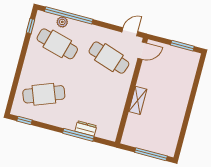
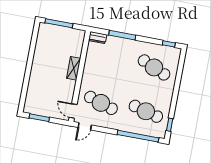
plant: (62, 22) -> (143, 130), removed
door: (142, 51) -> (73, 111), hinge flipped
cafe table: (44, 94) -> (154, 67), turned 45
dresser: (86, 128) -> (98, 38), moved

